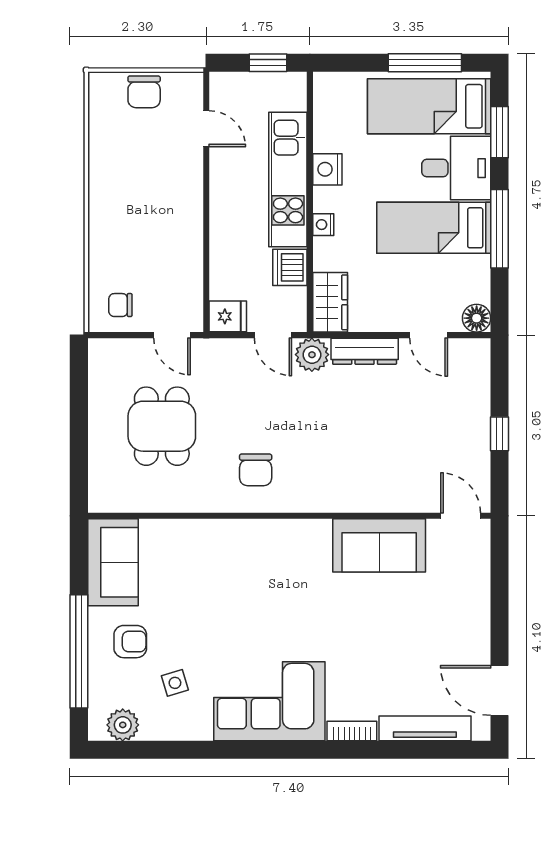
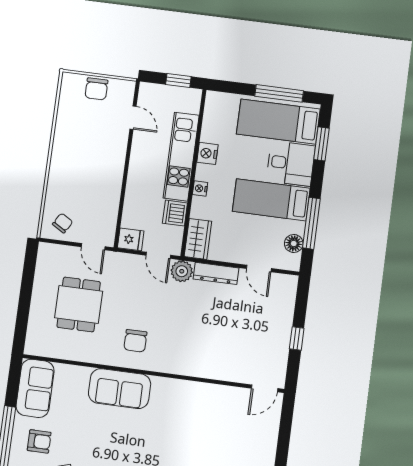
window: (499, 229) -> (311, 223), moved
chair: (120, 305) -> (63, 223), turned 121
floor lamp: (477, 318) -> (294, 243), moved
door: (461, 516) -> (265, 388), swing flipped
sofa: (379, 545) -> (120, 389), moved

